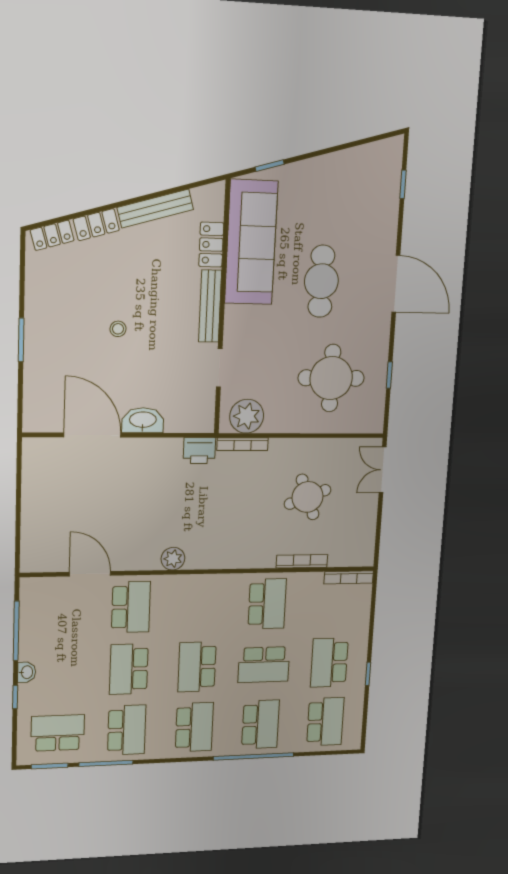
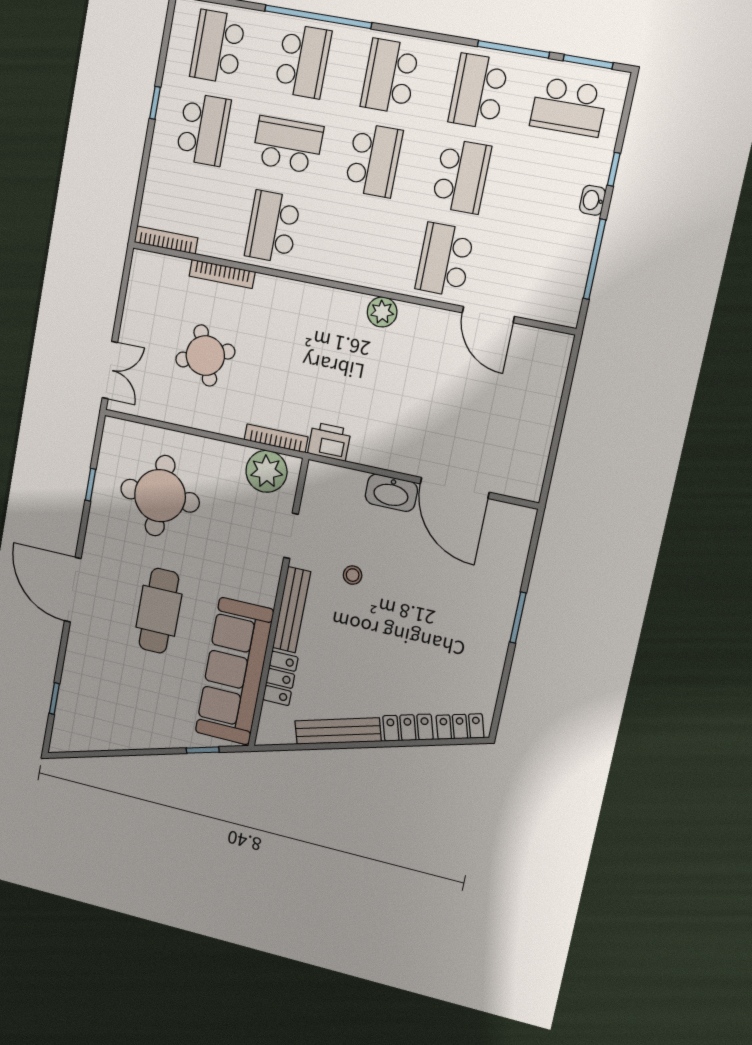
stool: (118, 329) -> (353, 575), moved
school desk: (261, 724) -> (303, 61), turned 180

